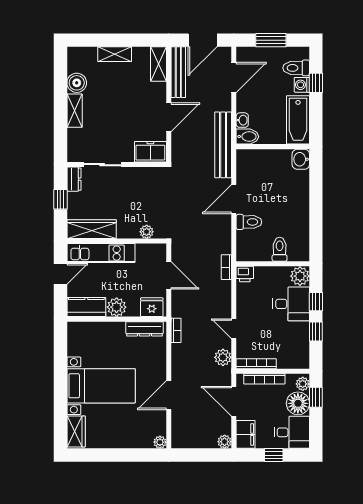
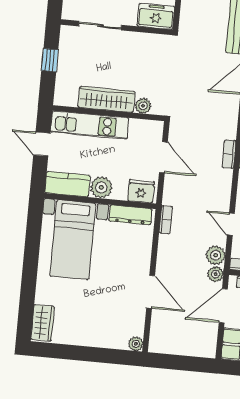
dresser: (74, 179) -> (67, 39), removed
wardrobe: (92, 229) -> (107, 99), moved
door: (60, 274) -> (42, 144), swing flipped
bed with nightstands: (101, 386) -> (73, 240), moved, turned 90
door: (169, 395) -> (151, 292), swing flipped
door: (234, 401) -> (223, 306), hinge flipped
plant: (225, 442) -> (216, 274), moved

